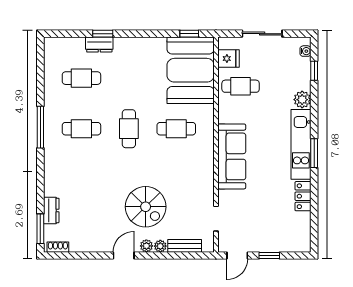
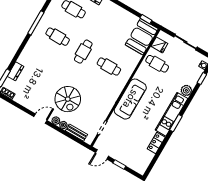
booth: (191, 70) -> (142, 37), width x0.73, depth x0.70

